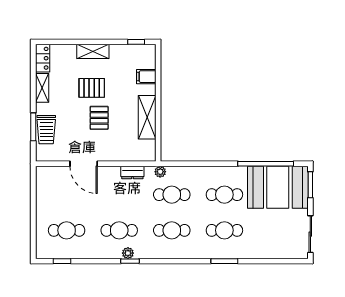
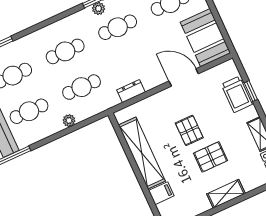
shelving: (147, 117) -> (142, 153), width x1.47
window: (33, 127) -> (251, 91), width x0.67
trolley: (46, 130) -> (237, 94), turned 180
plant: (160, 172) -> (69, 121), moved
booth: (51, 188) -> (205, 38), added

